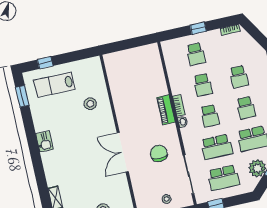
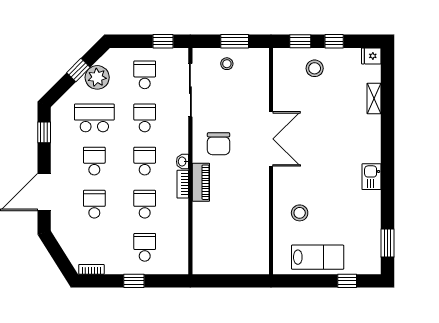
lab bench: (54, 85) -> (318, 257), moved
school desk: (217, 147) -> (145, 118), width x0.54
chair: (159, 153) -> (219, 144), moved
school desk: (224, 178) -> (145, 75), width x0.54

